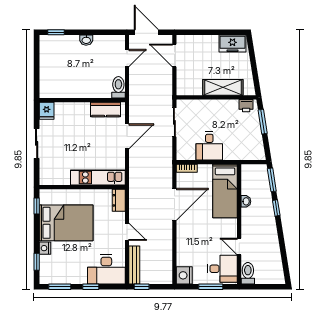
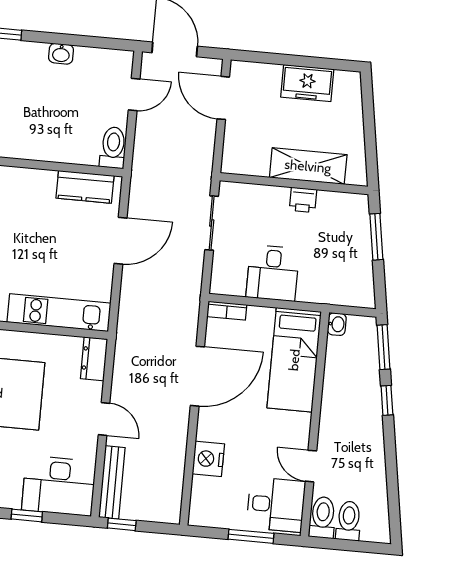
freezer: (232, 44) -> (307, 83), moved
printer: (246, 106) -> (303, 200), moved
washbasin: (246, 201) -> (337, 324), moved
toilet: (262, 274) -> (349, 521), added
nightstand: (184, 275) -> (208, 459), moved

